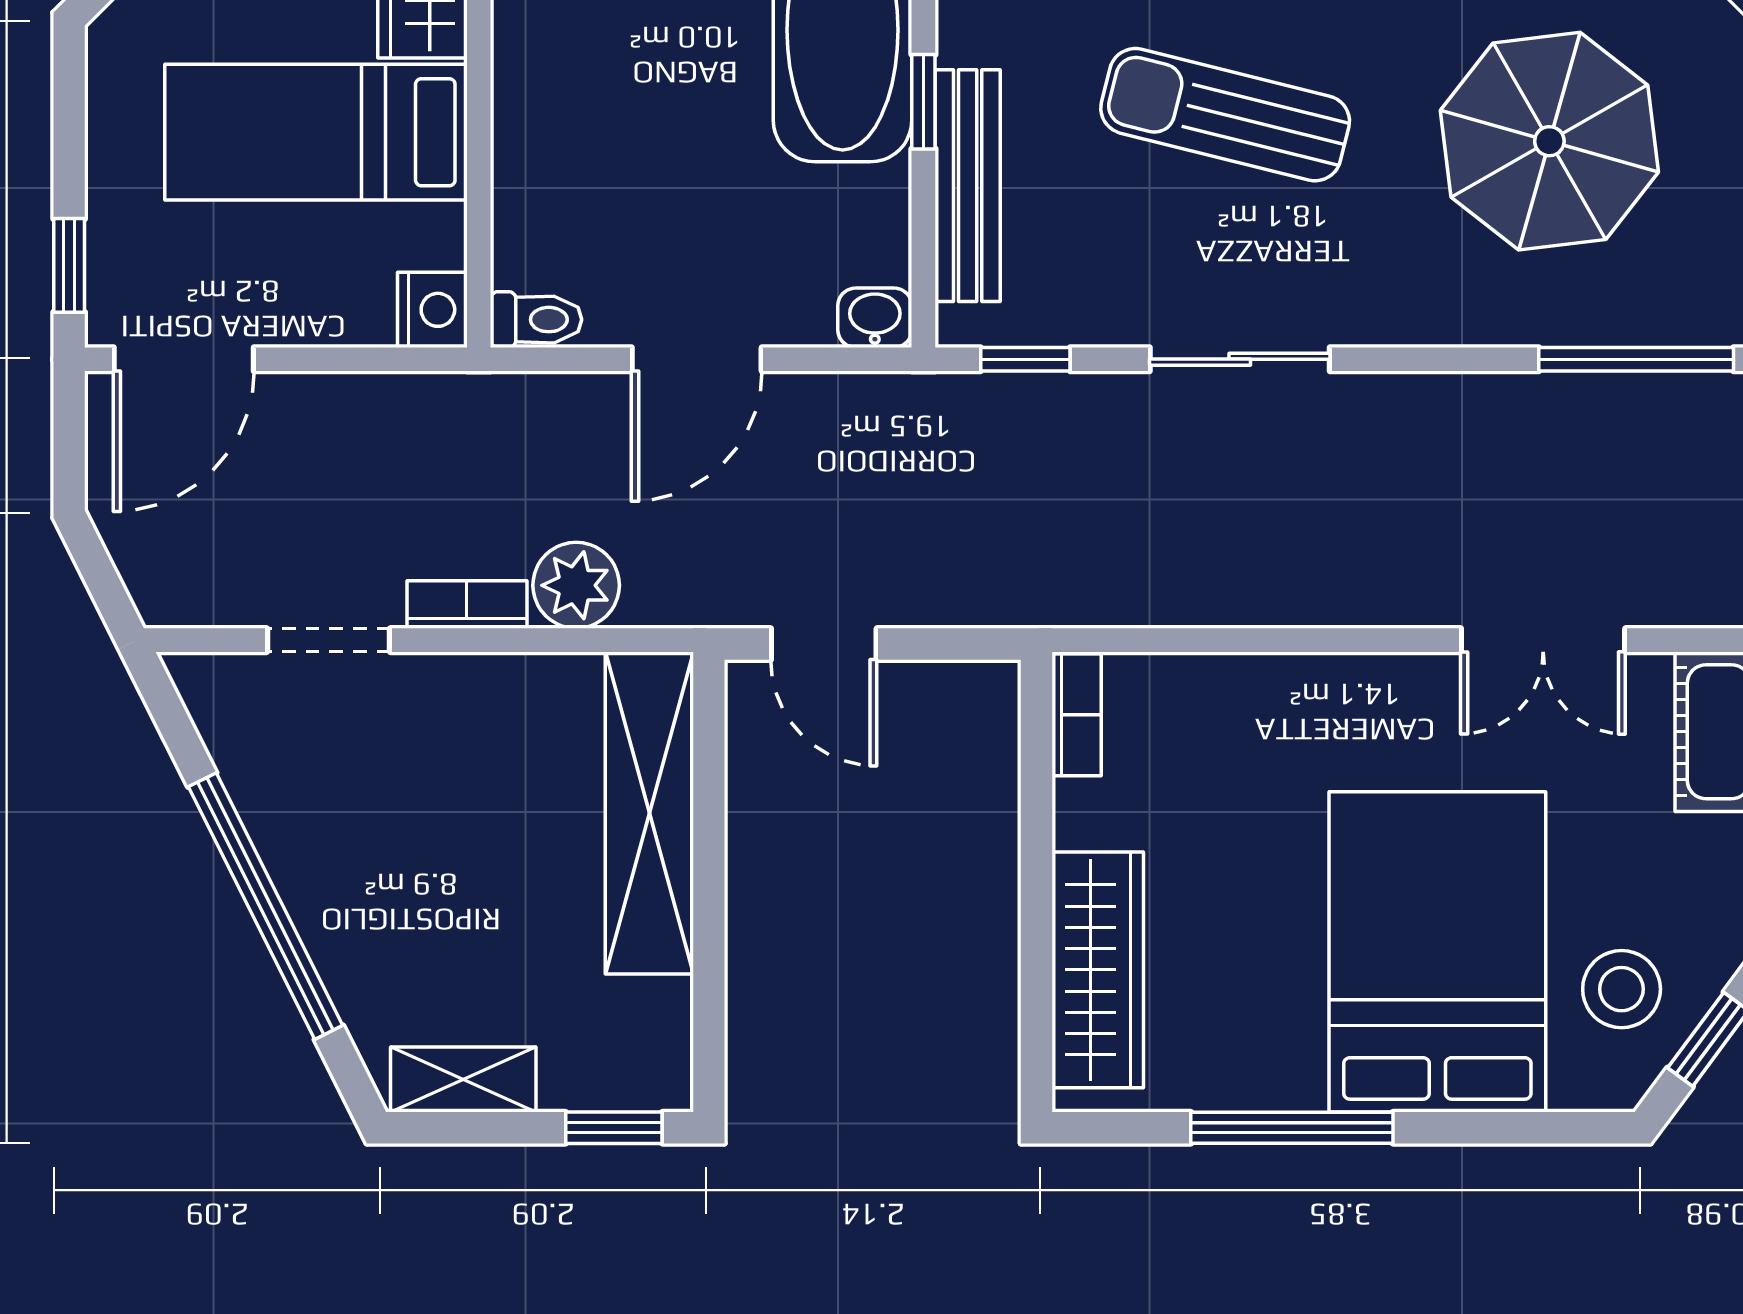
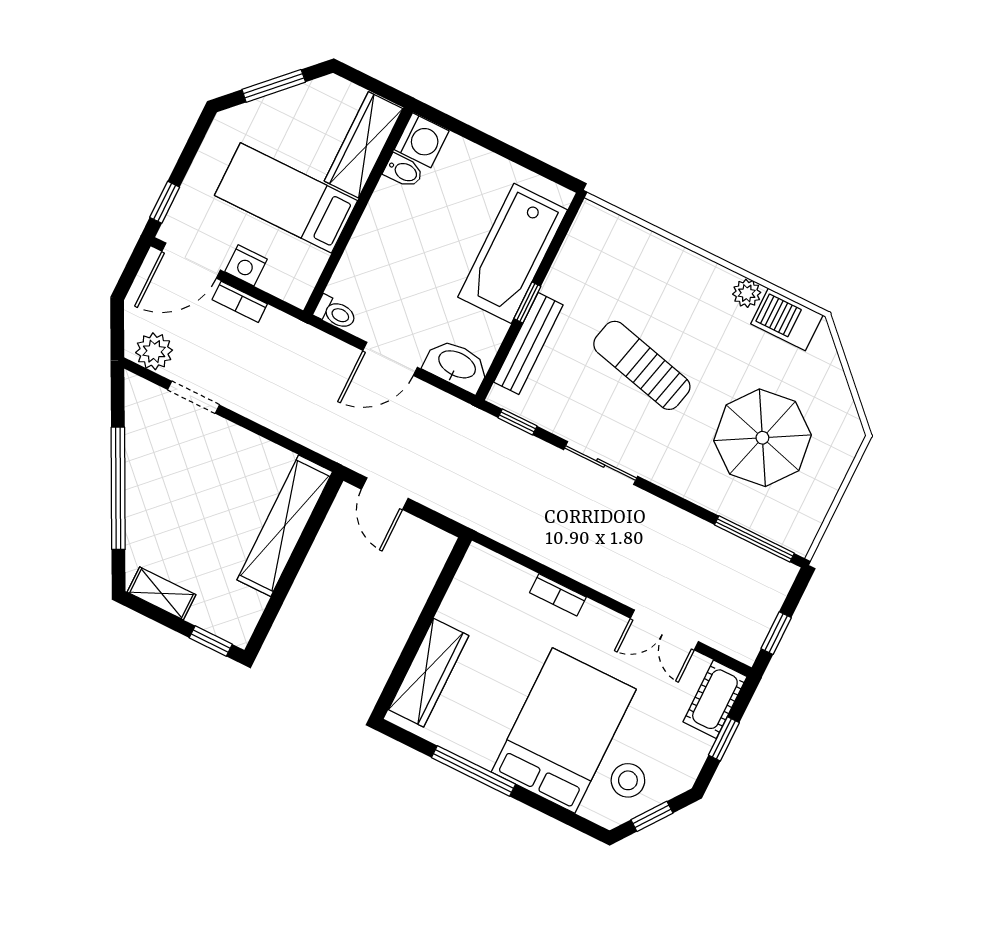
nightstand: (432, 310) -> (246, 265), moved, turned 90
washbasin: (875, 318) -> (457, 365), width x1.91, depth x1.45
plant: (576, 585) -> (154, 351), moved
bookcase: (467, 604) -> (240, 302), moved, turned 180
bookcase: (1077, 715) -> (558, 595), moved, turned 90

